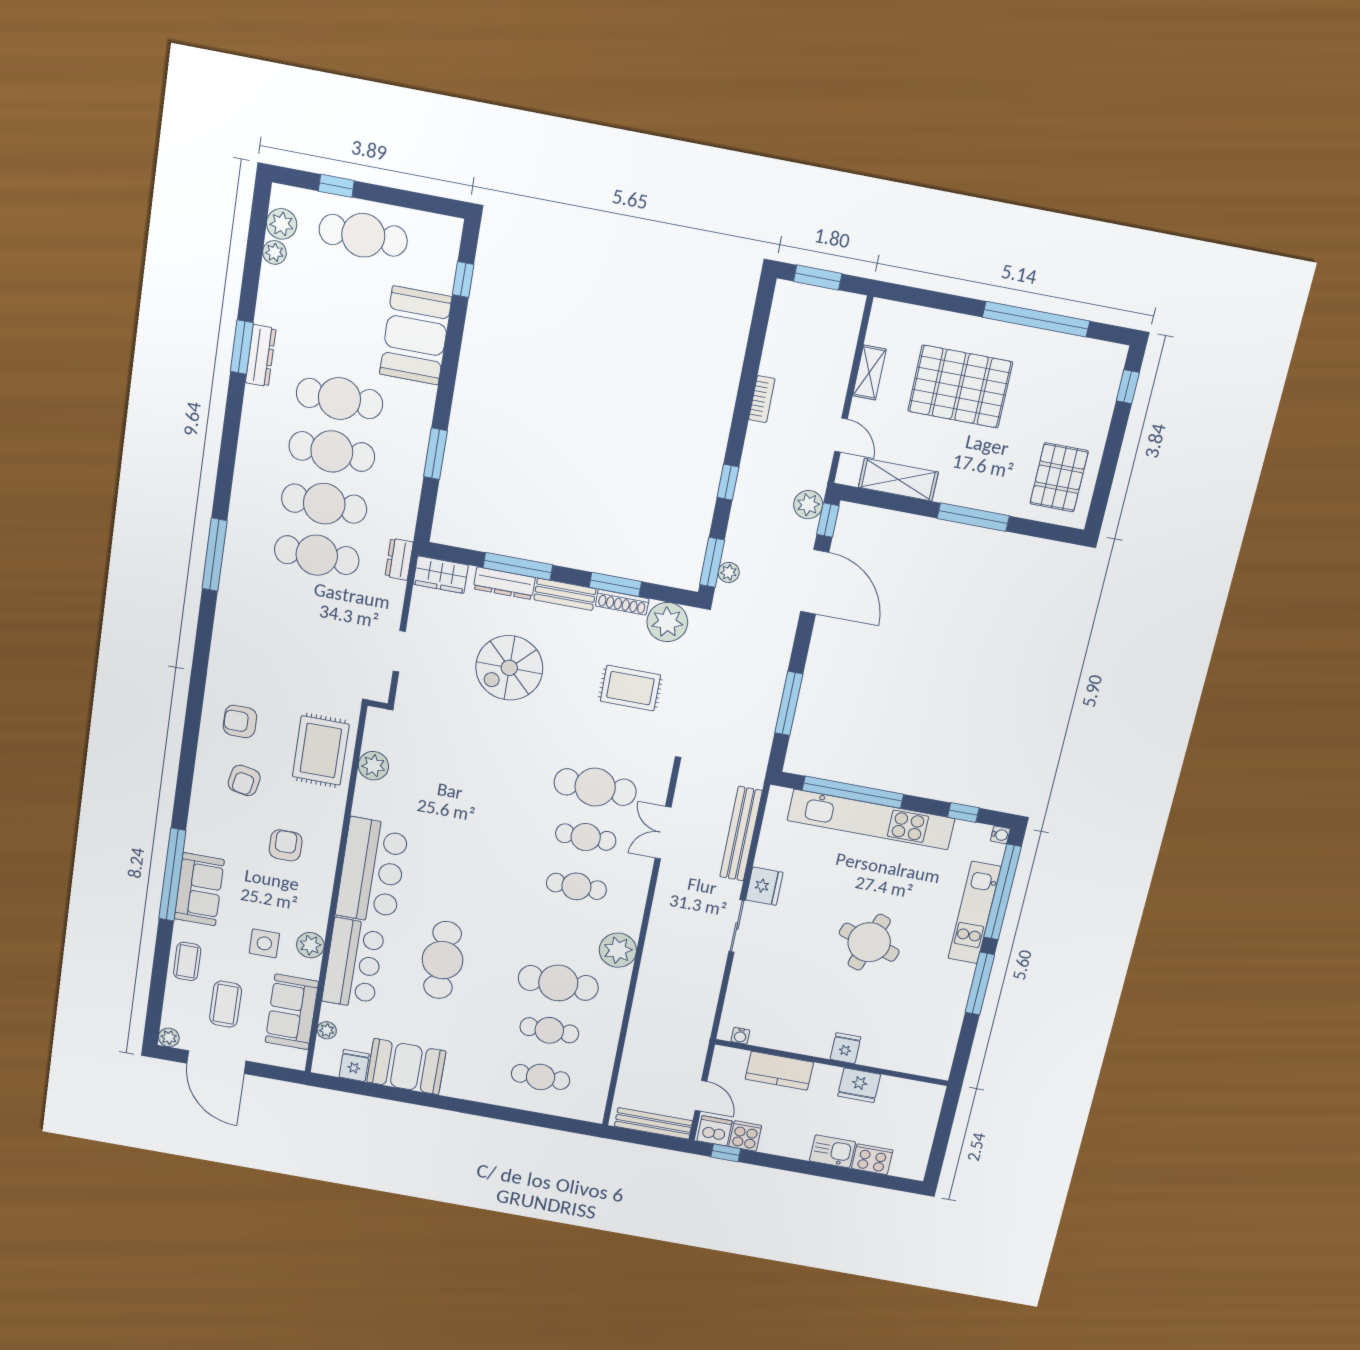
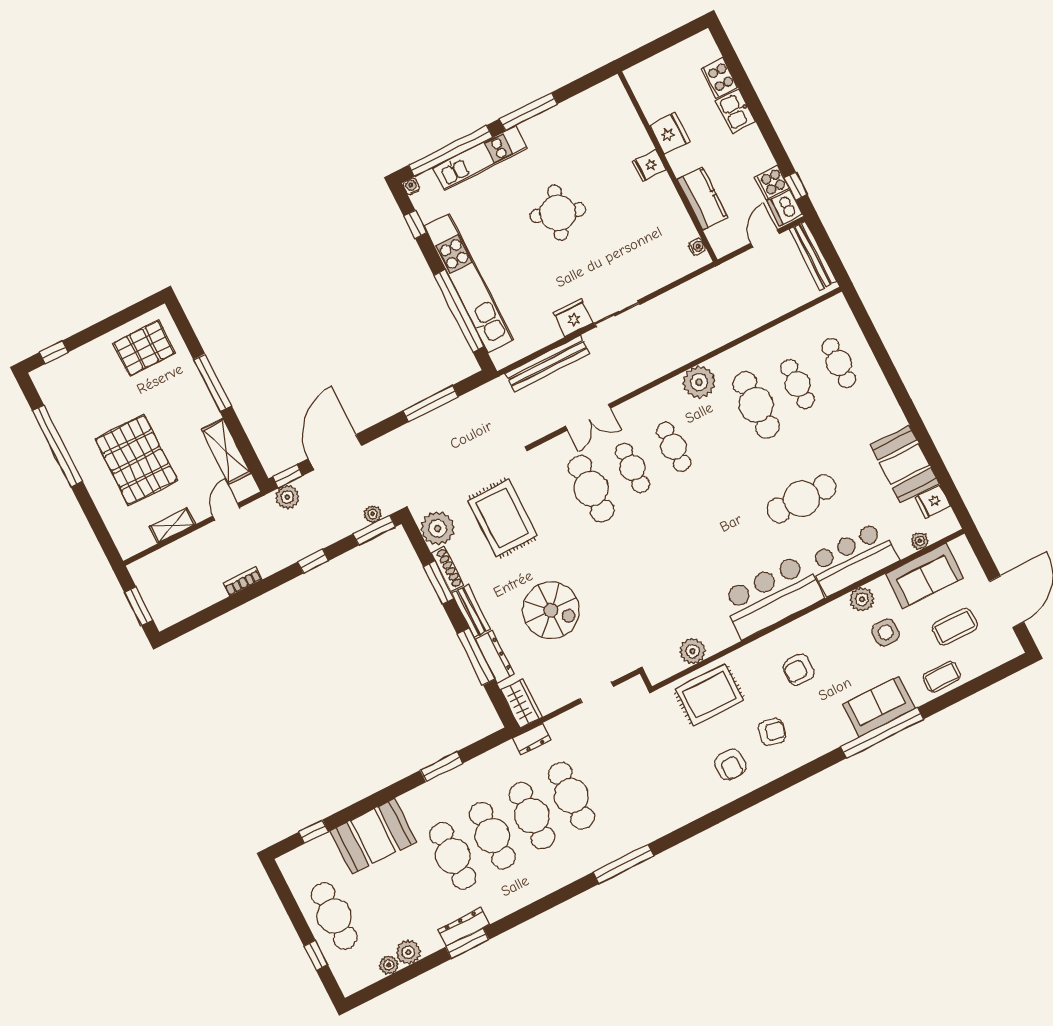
plant: (282, 224) -> (408, 952), moved
rug: (630, 688) -> (502, 518), width x1.36, depth x1.43
plant: (169, 1037) -> (1013, 649), removed

